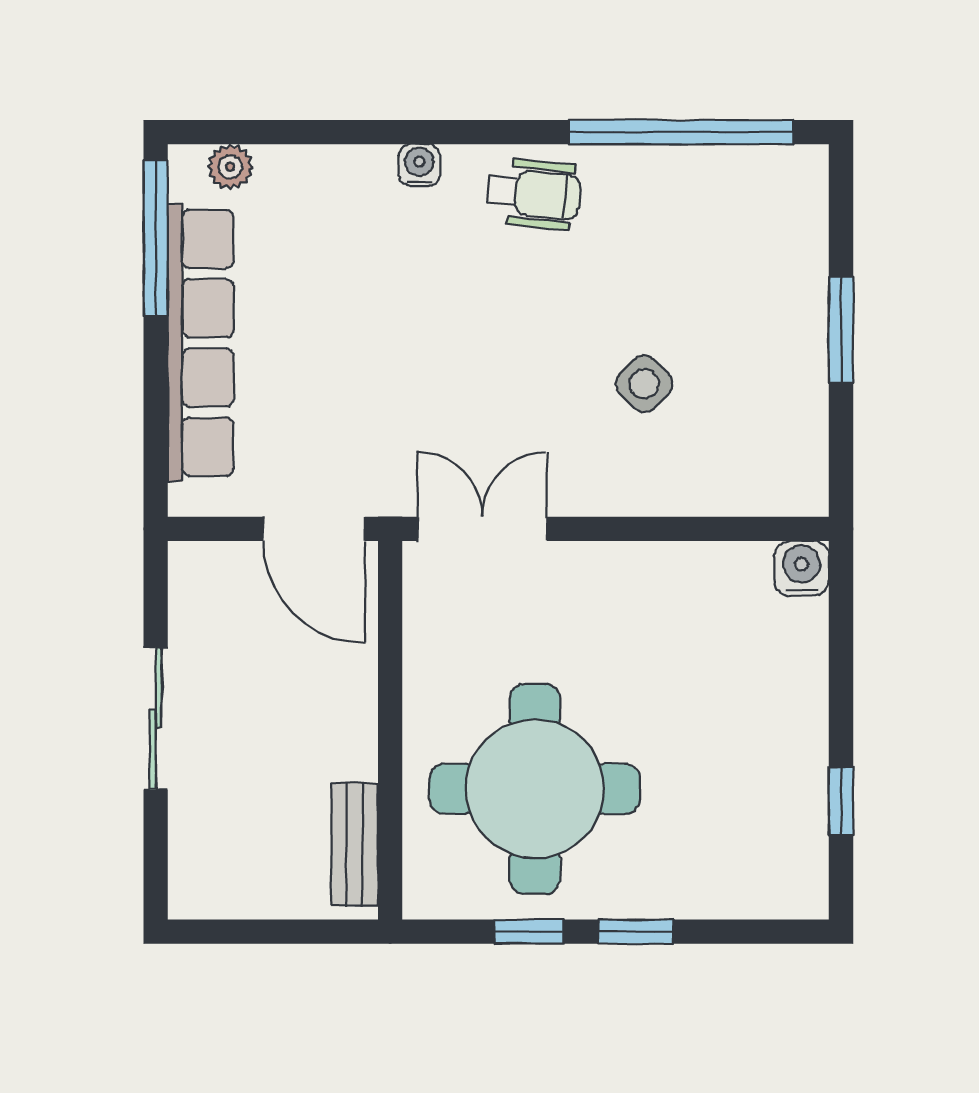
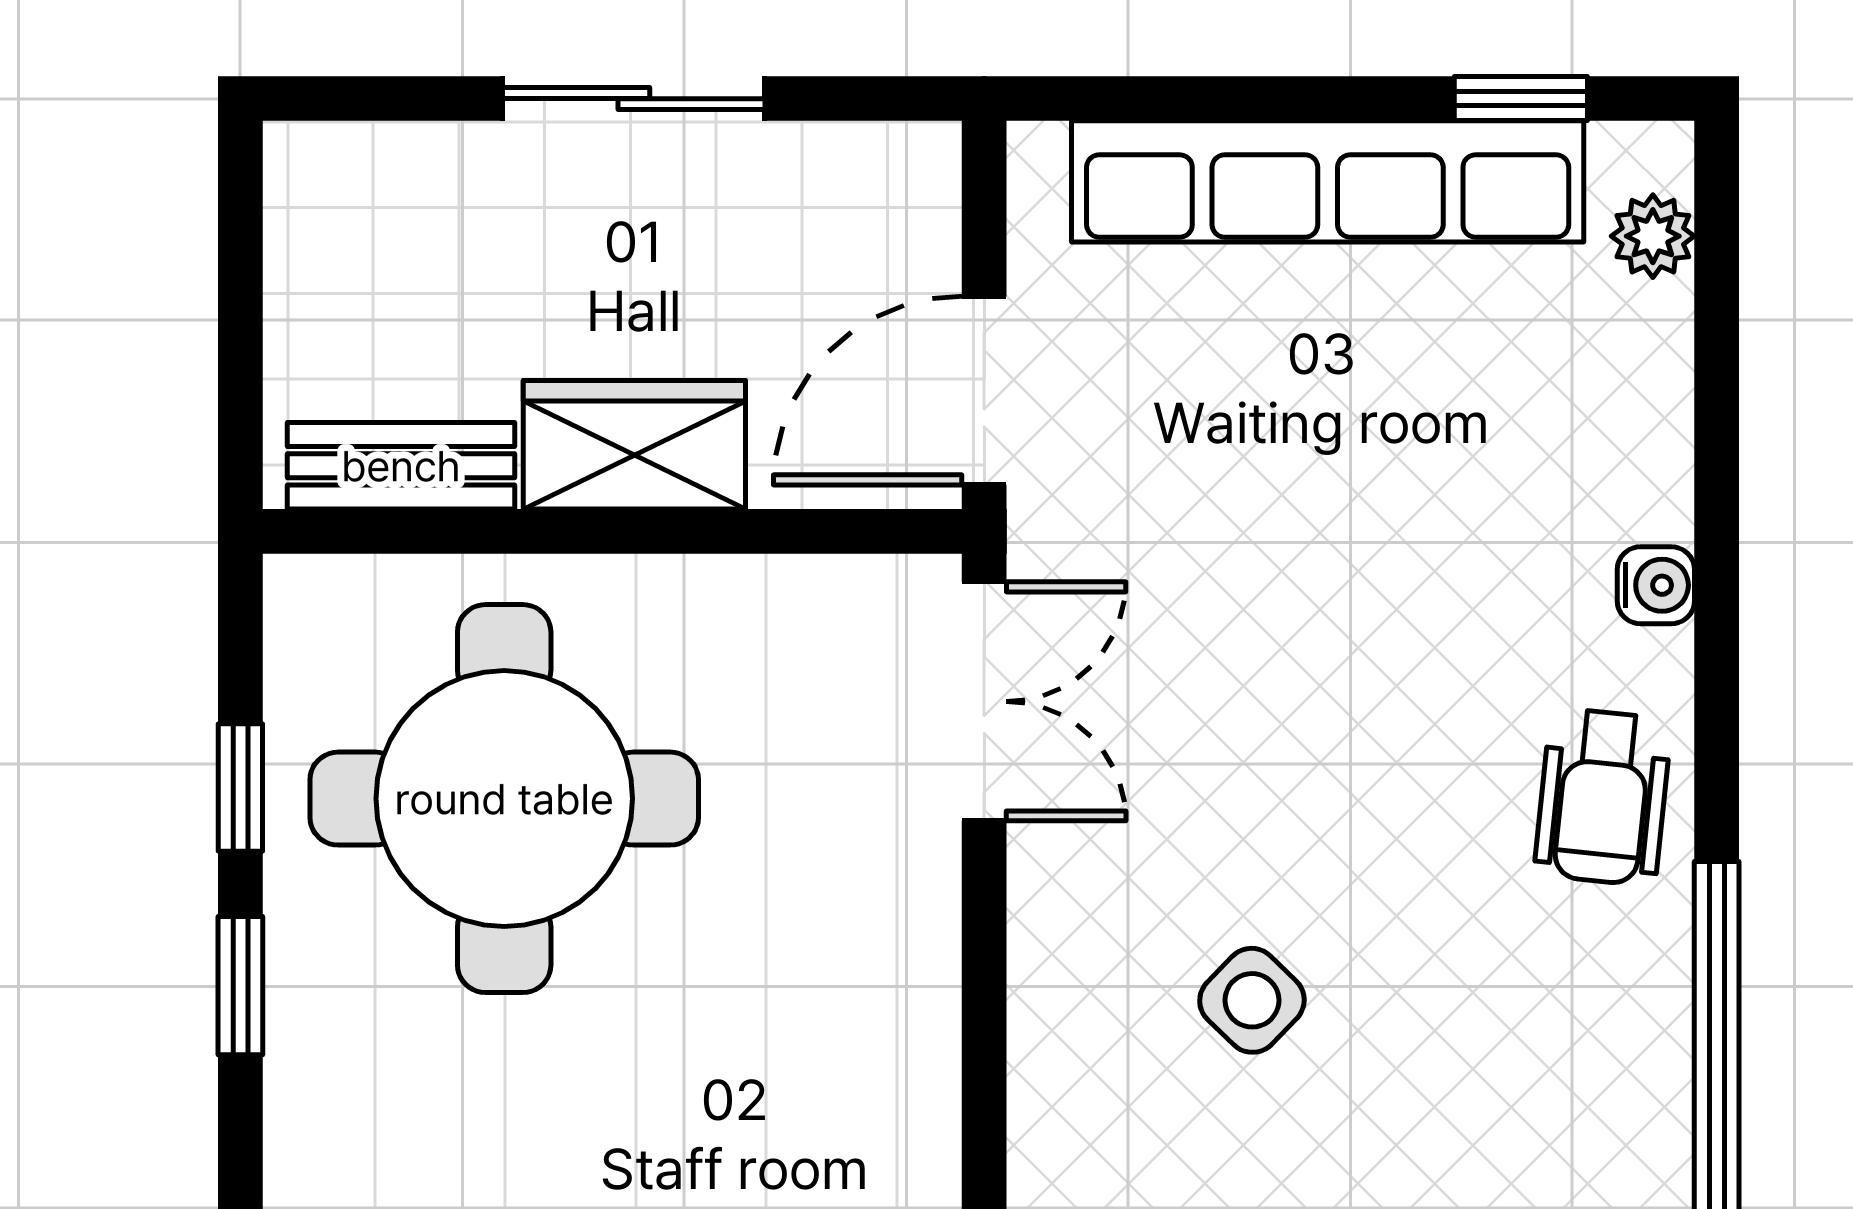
window: (156, 238) -> (1521, 99), width x0.46
wardrobe: (343, 718) -> (634, 445), added

